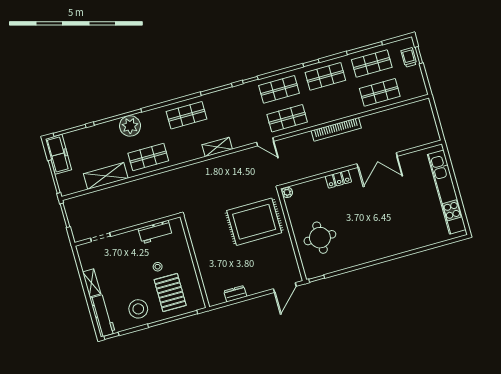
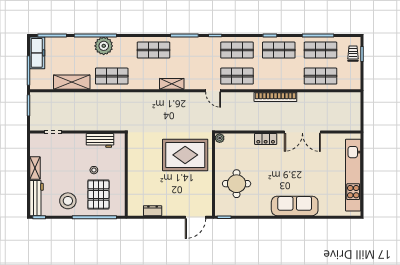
sofa: (391, 244) -> (295, 206), added

